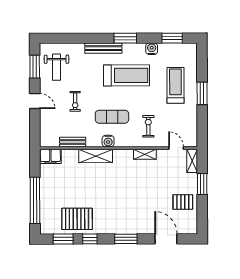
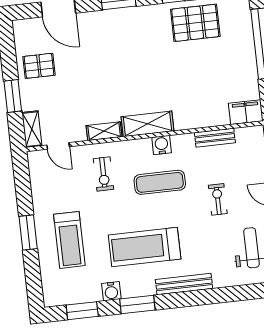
window: (125, 38) -> (137, 304), moved
shelving: (96, 156) -> (147, 124), moved

